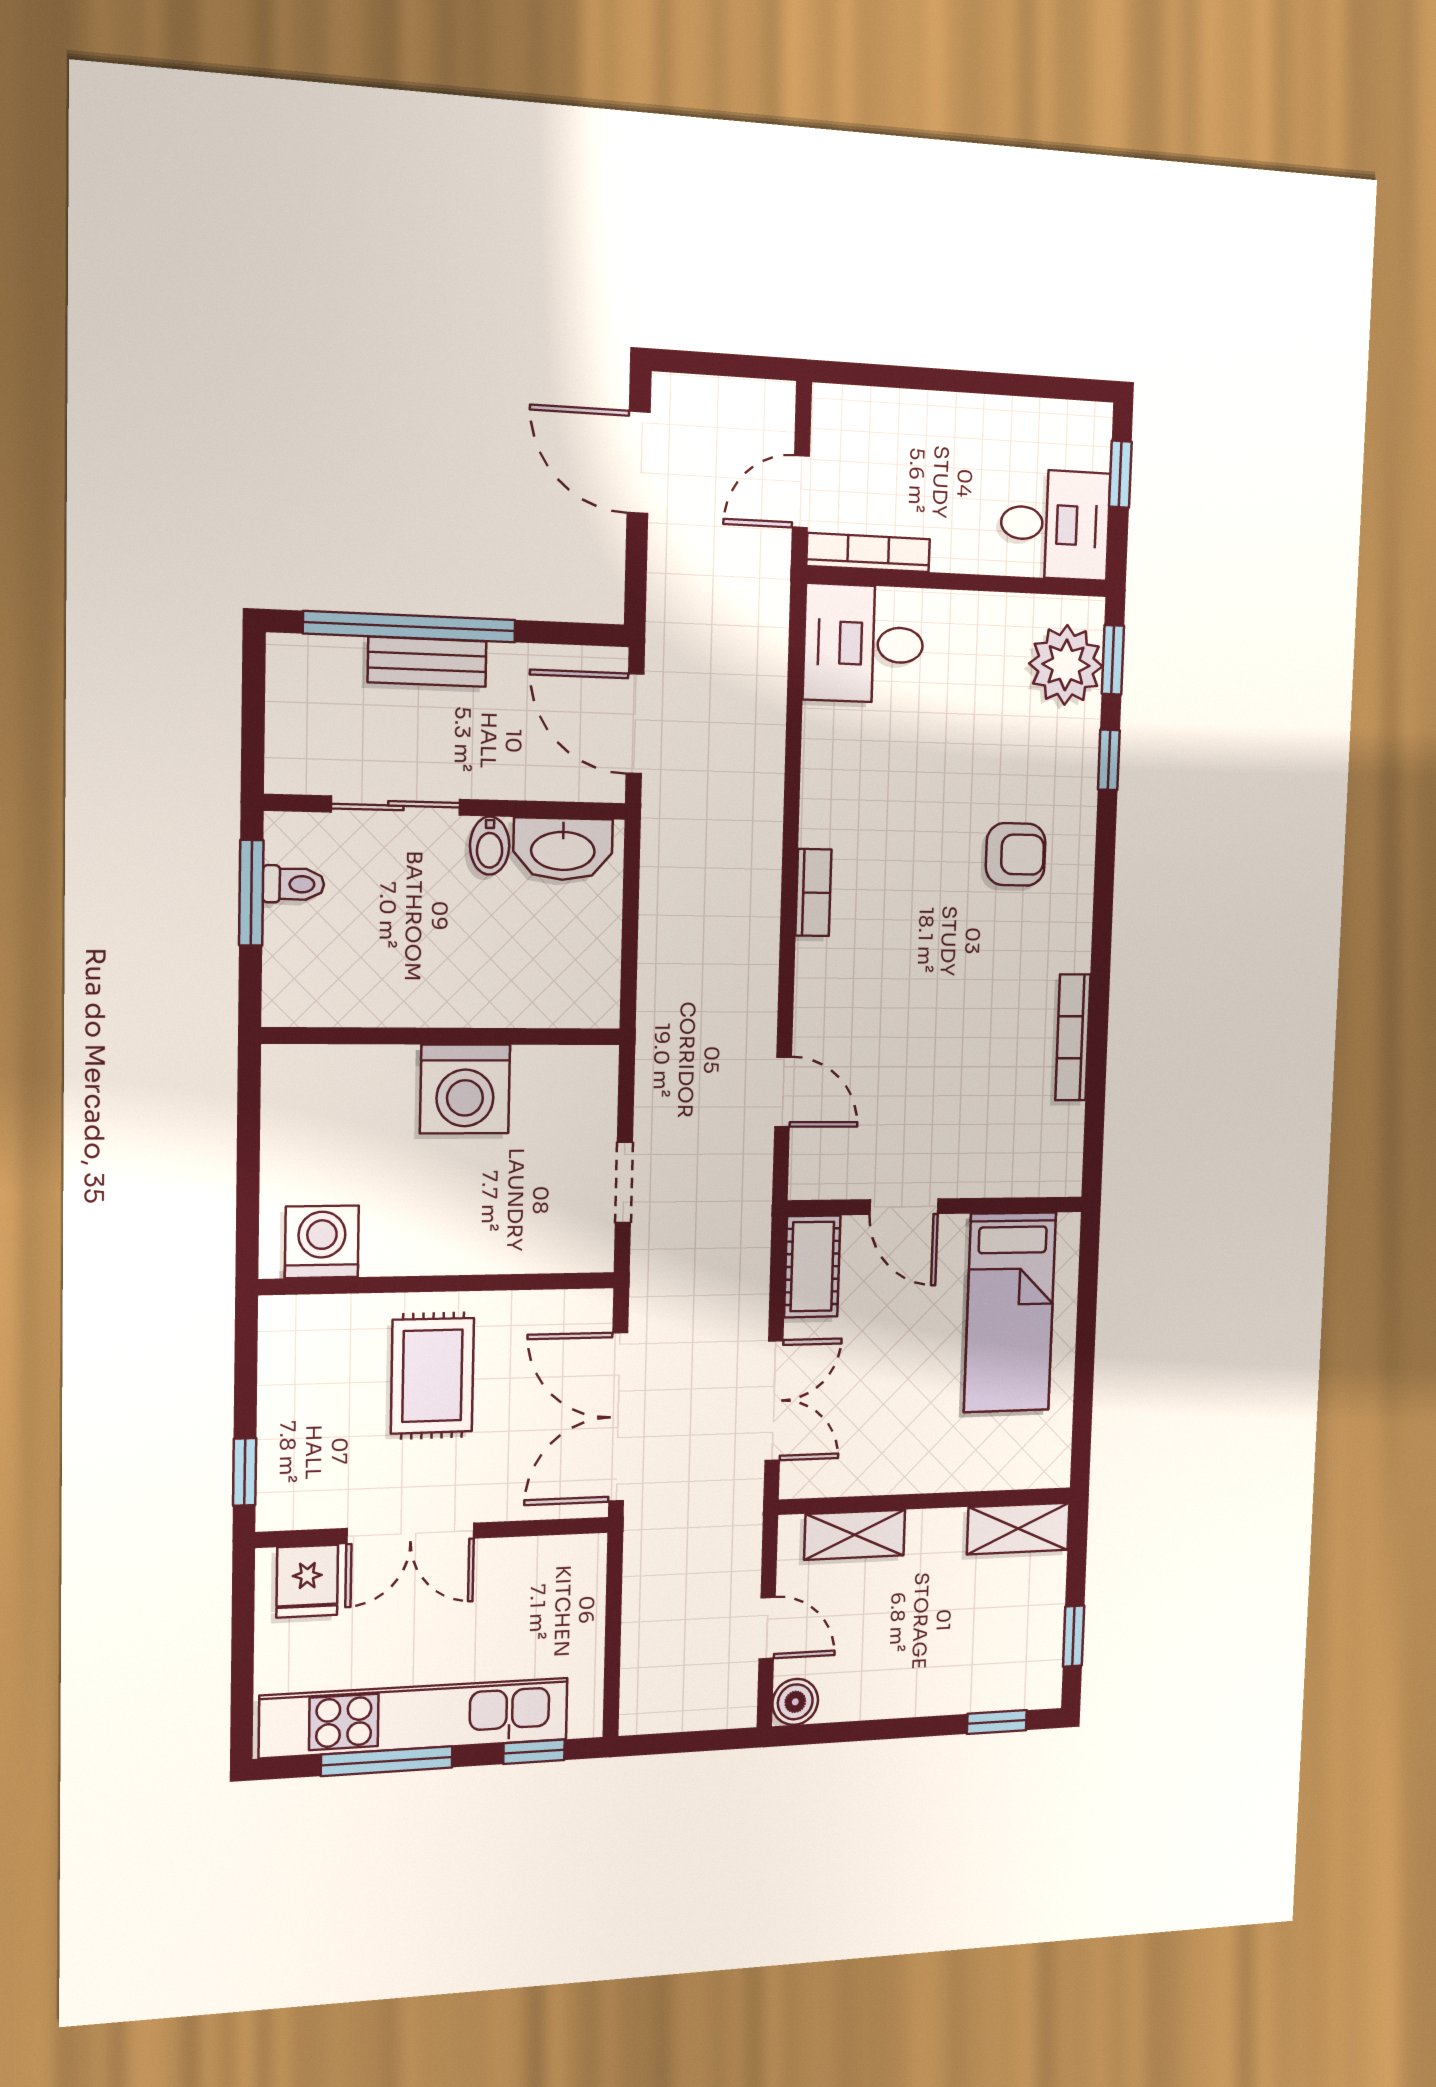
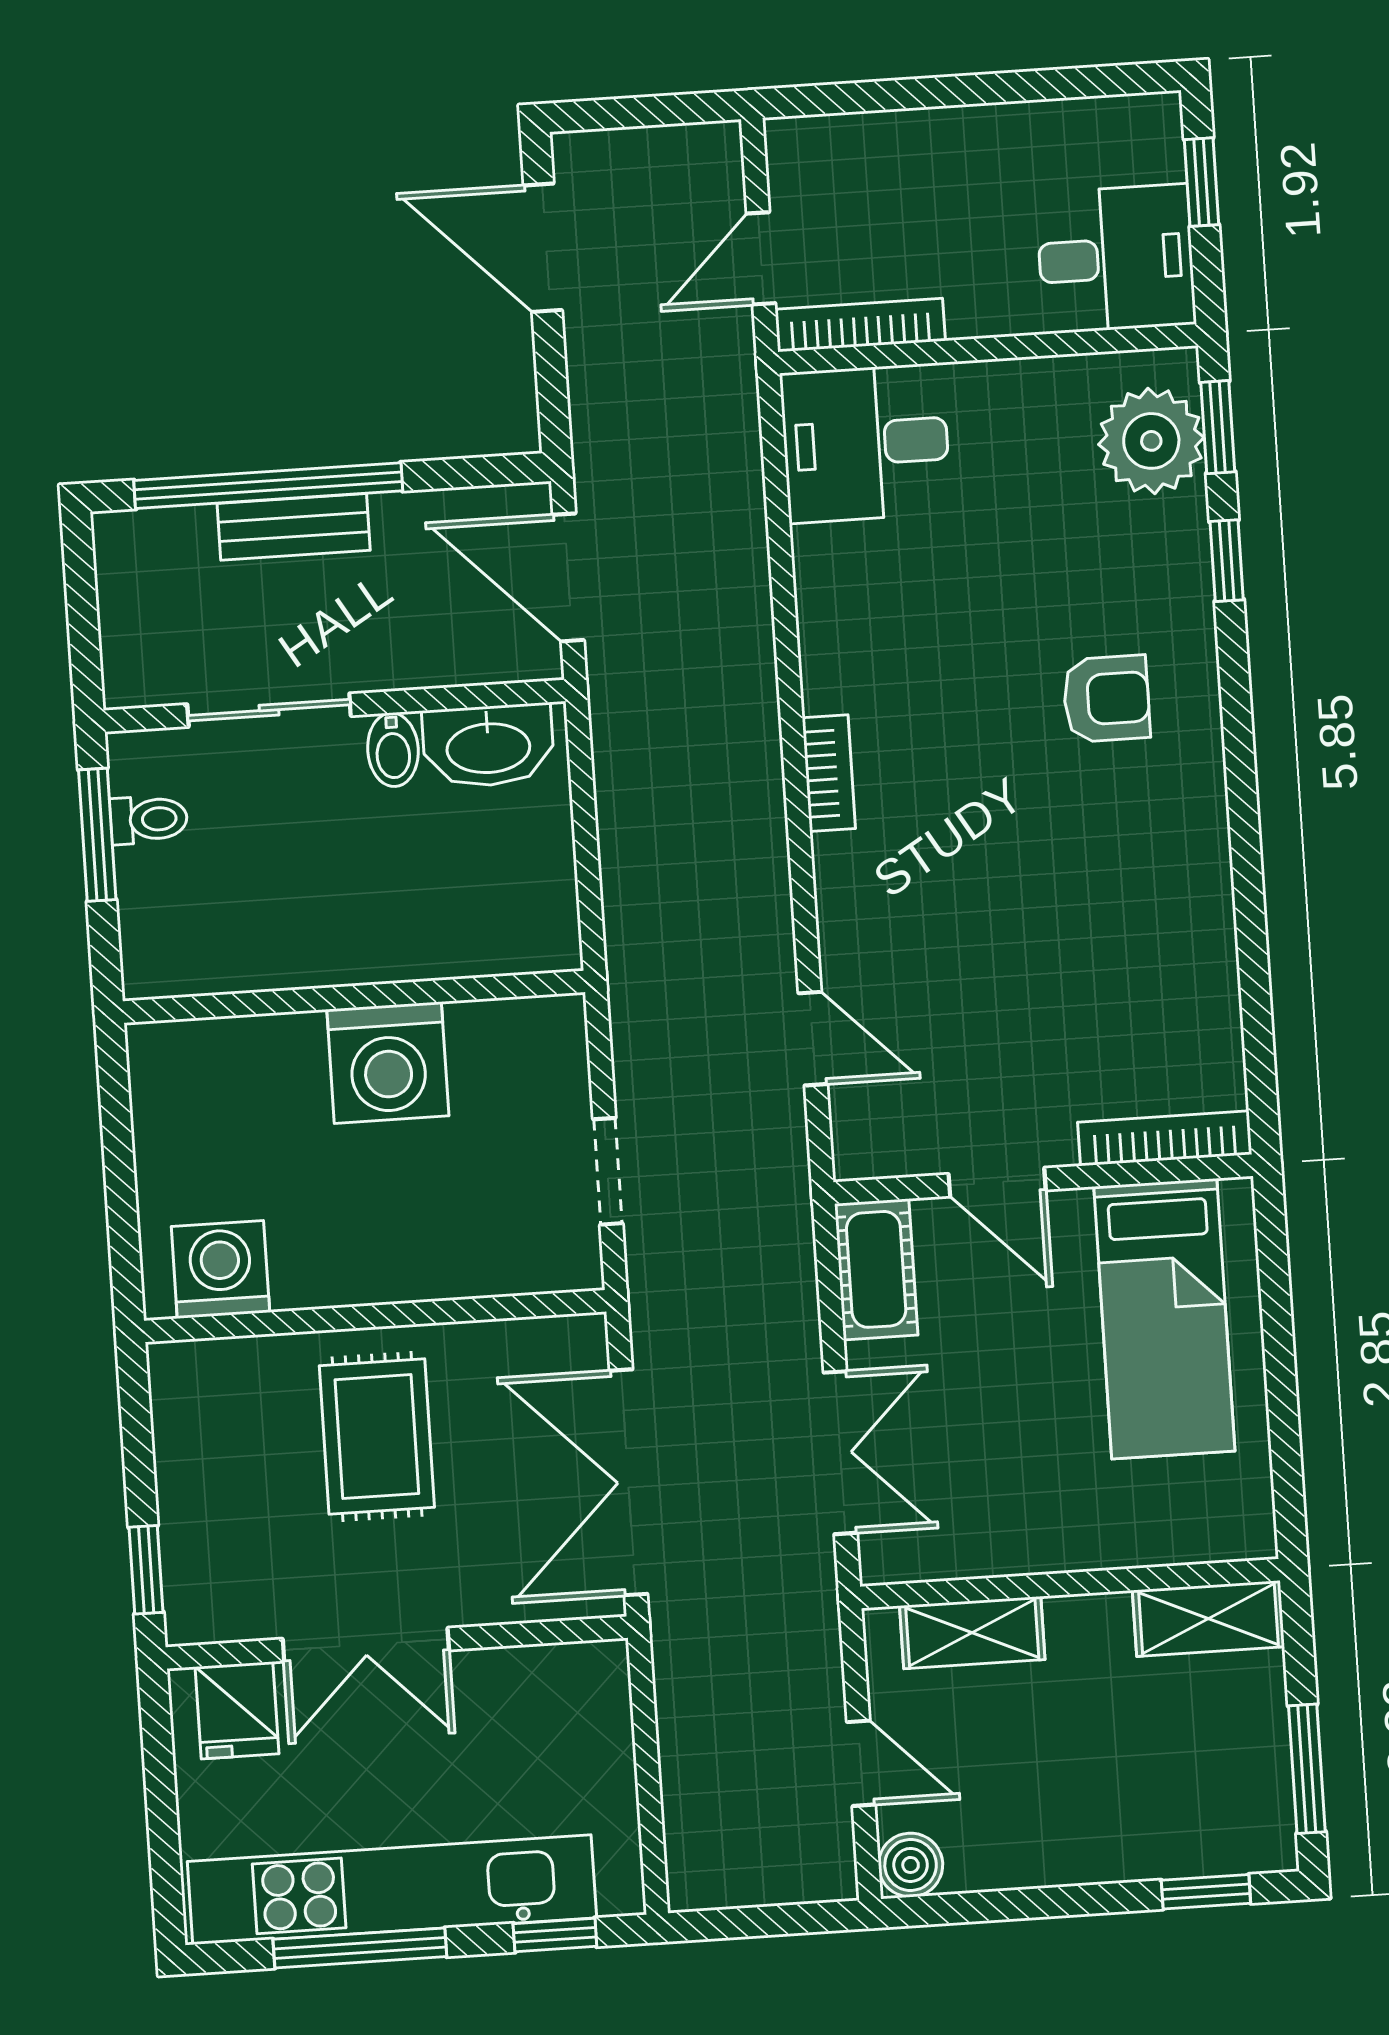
bookcase: (1073, 1037) -> (1165, 1138), moved, turned 90
window: (1074, 1636) -> (1307, 1769), width x1.50

